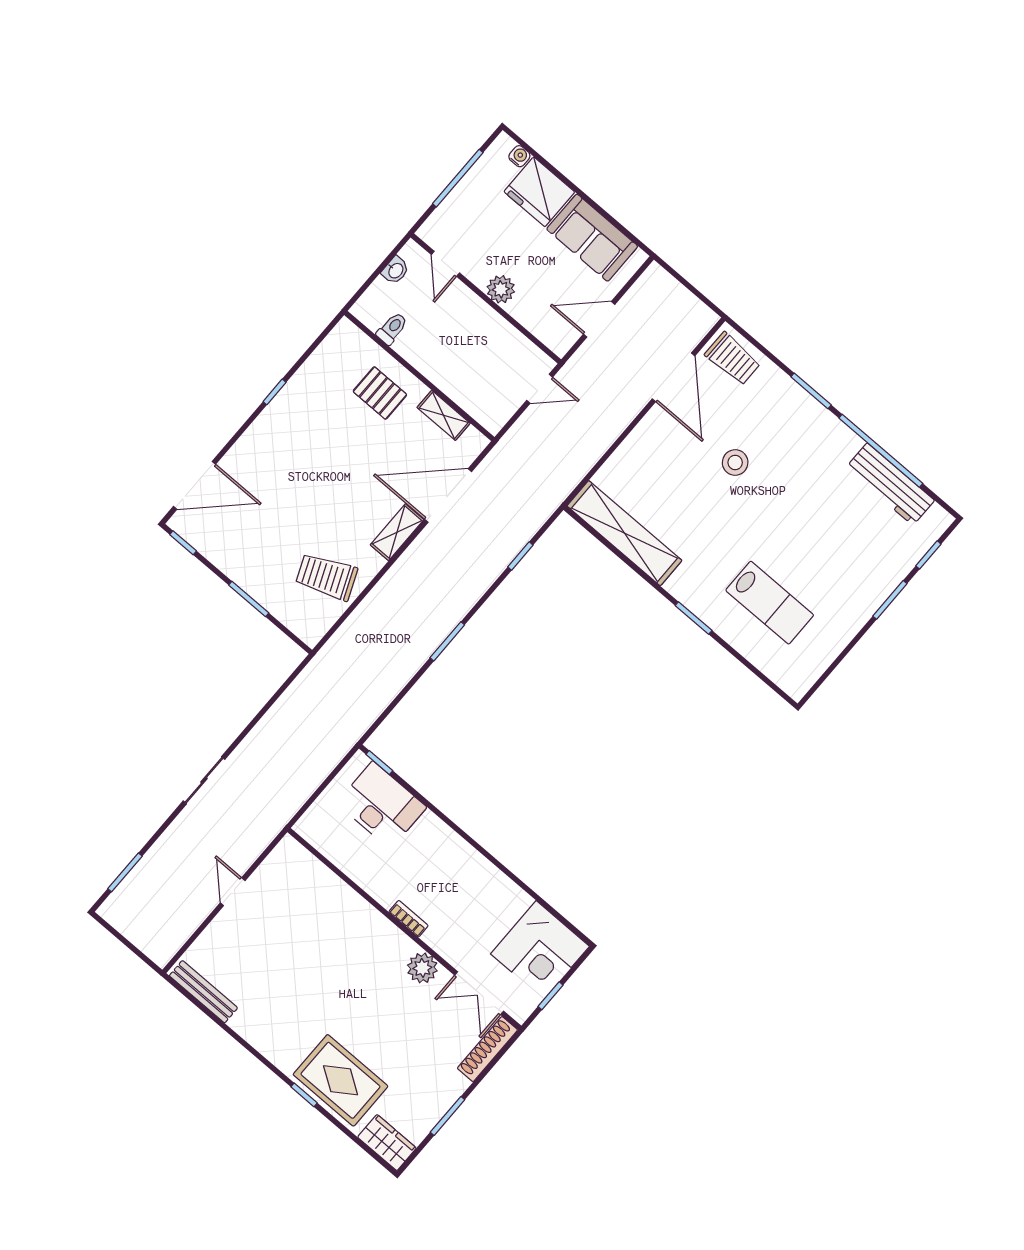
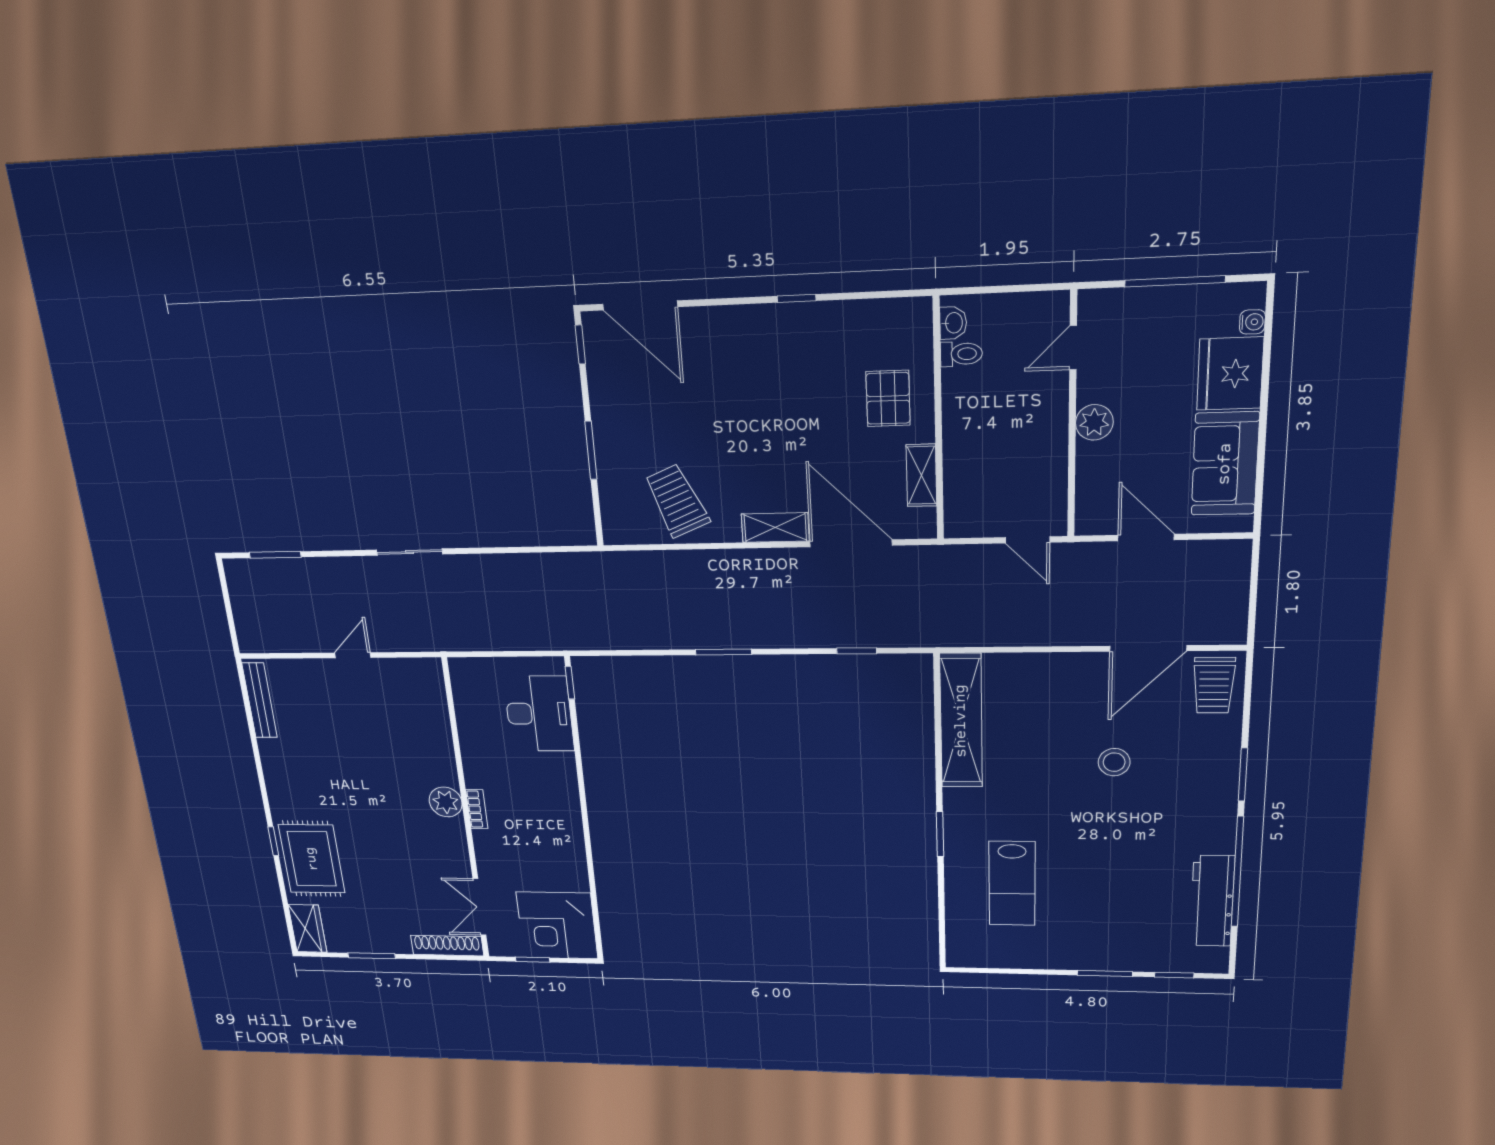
washbasin: (395, 270) -> (953, 323), moved, turned -90
plant: (422, 968) -> (446, 802), moved

